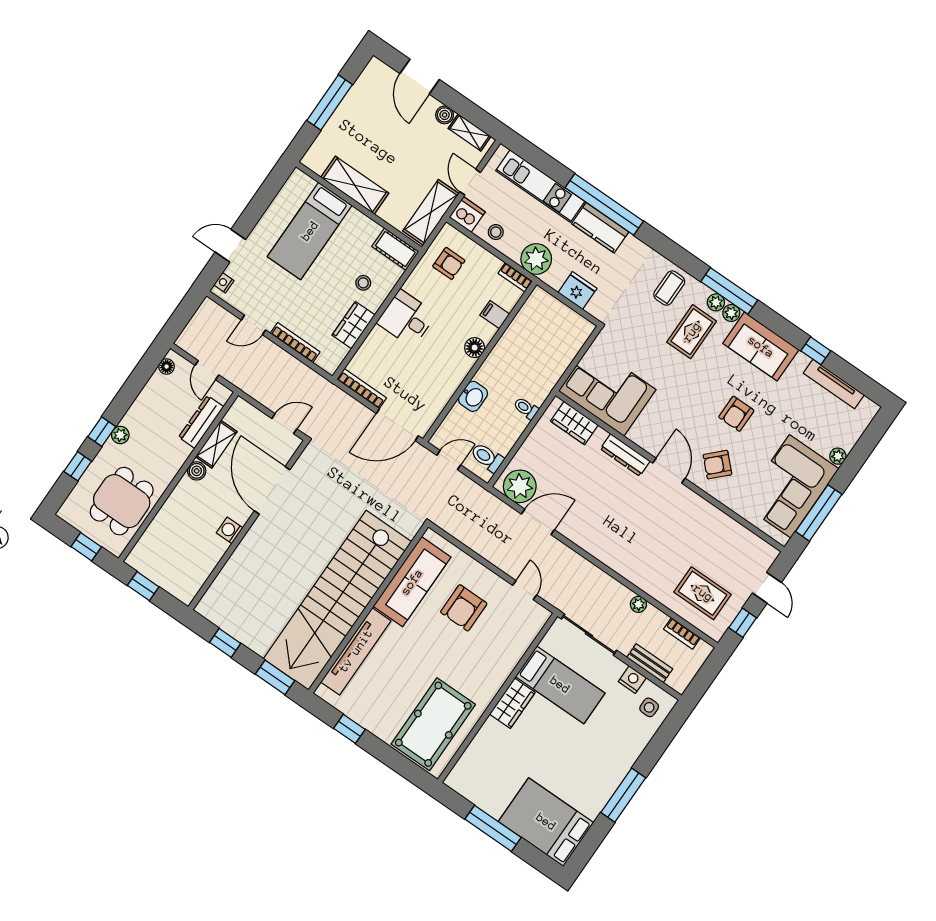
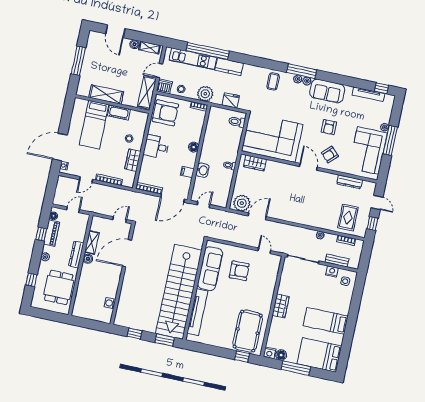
door: (470, 182) -> (159, 71), hinge flipped
window: (604, 204) -> (208, 51), moved
door: (230, 246) -> (60, 147), width x1.88
cot: (395, 249) -> (119, 112), moved
armchair: (449, 263) -> (165, 113), width x1.88, depth x1.88
filing cabinet: (495, 315) -> (187, 172), moved
rug: (692, 332) -> (292, 97), removed
window: (816, 351) -> (381, 88), moved
door: (207, 370) -> (73, 210), swing flipped
corner sofa: (607, 390) -> (272, 138), width x1.36, depth x1.36
piano: (150, 397) -> (52, 233), added
dresser: (201, 422) -> (76, 254), moved
window: (102, 432) -> (41, 234), moved
dresser: (625, 455) -> (349, 182), moved
toilet: (487, 457) -> (237, 122), moved
door: (272, 490) -> (127, 253), hinge flipped
window: (819, 513) -> (390, 140), moved
washing machine: (230, 530) -> (110, 303), moved
window: (86, 547) -> (51, 316), removed
window: (143, 586) -> (85, 323), removed
rug: (703, 593) -> (348, 218), turned 90
armchair: (464, 608) -> (239, 271), turned -92
bed: (560, 685) -> (326, 321), moved, turned 180
window: (349, 729) -> (242, 357), moved
nightstand: (457, 781) -> (270, 353), added
floor lamp: (476, 793) -> (281, 355), added
window: (623, 795) -> (350, 327), removed

